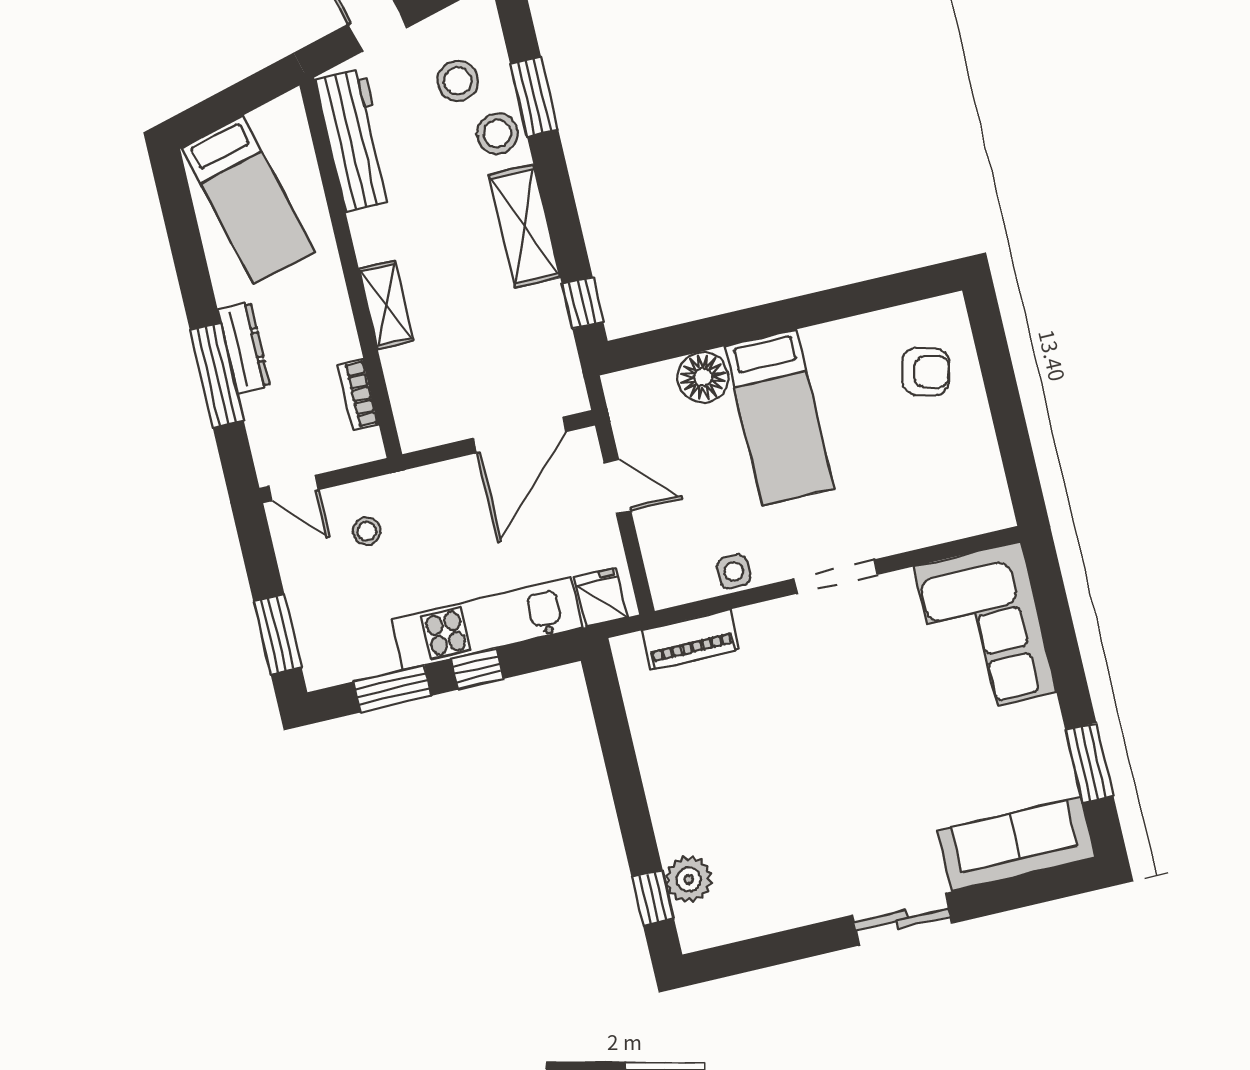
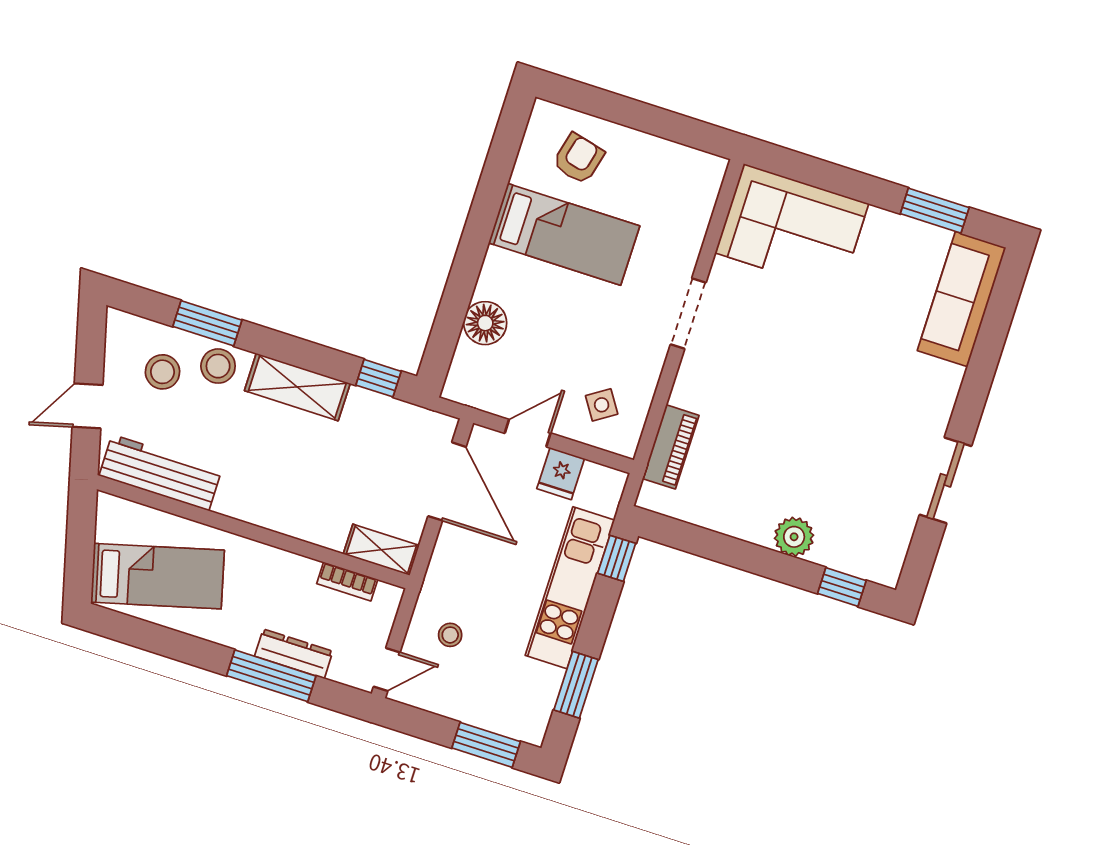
shelving: (386, 305) -> (381, 550), moved
dresser: (244, 348) -> (294, 654), moved
bed: (779, 417) -> (564, 234), moved
side table: (734, 572) -> (602, 405), moved, turned -33
fridge: (601, 597) -> (561, 474), moved, turned -90
window: (477, 669) -> (617, 558), moved
plant: (689, 879) -> (794, 537), moved
sliding door: (902, 919) -> (946, 480), moved

